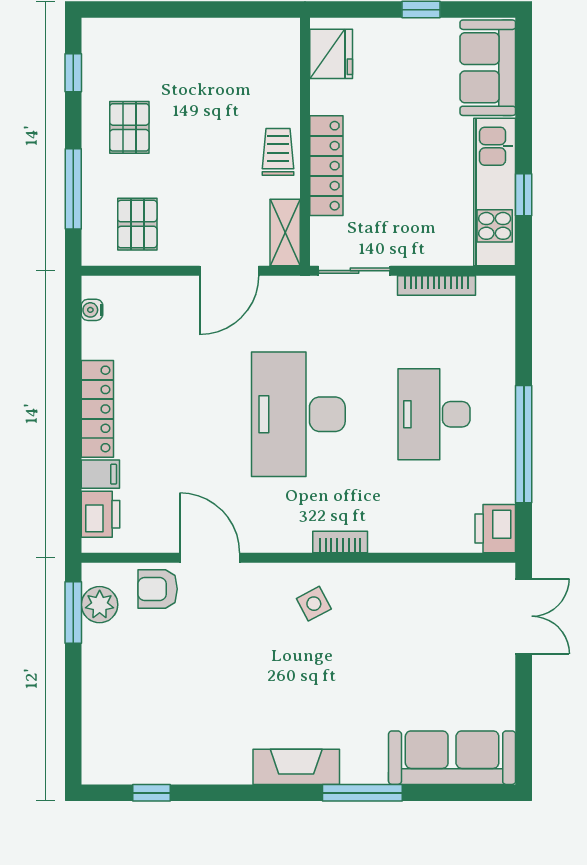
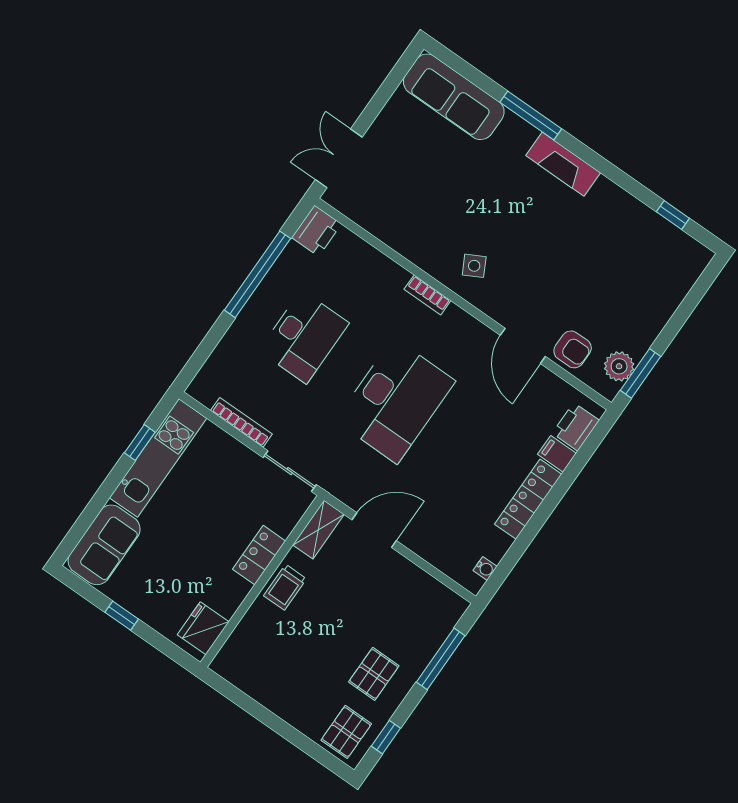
locker: (326, 166) -> (259, 555), width x0.66
pallet: (137, 224) -> (346, 732), moved

